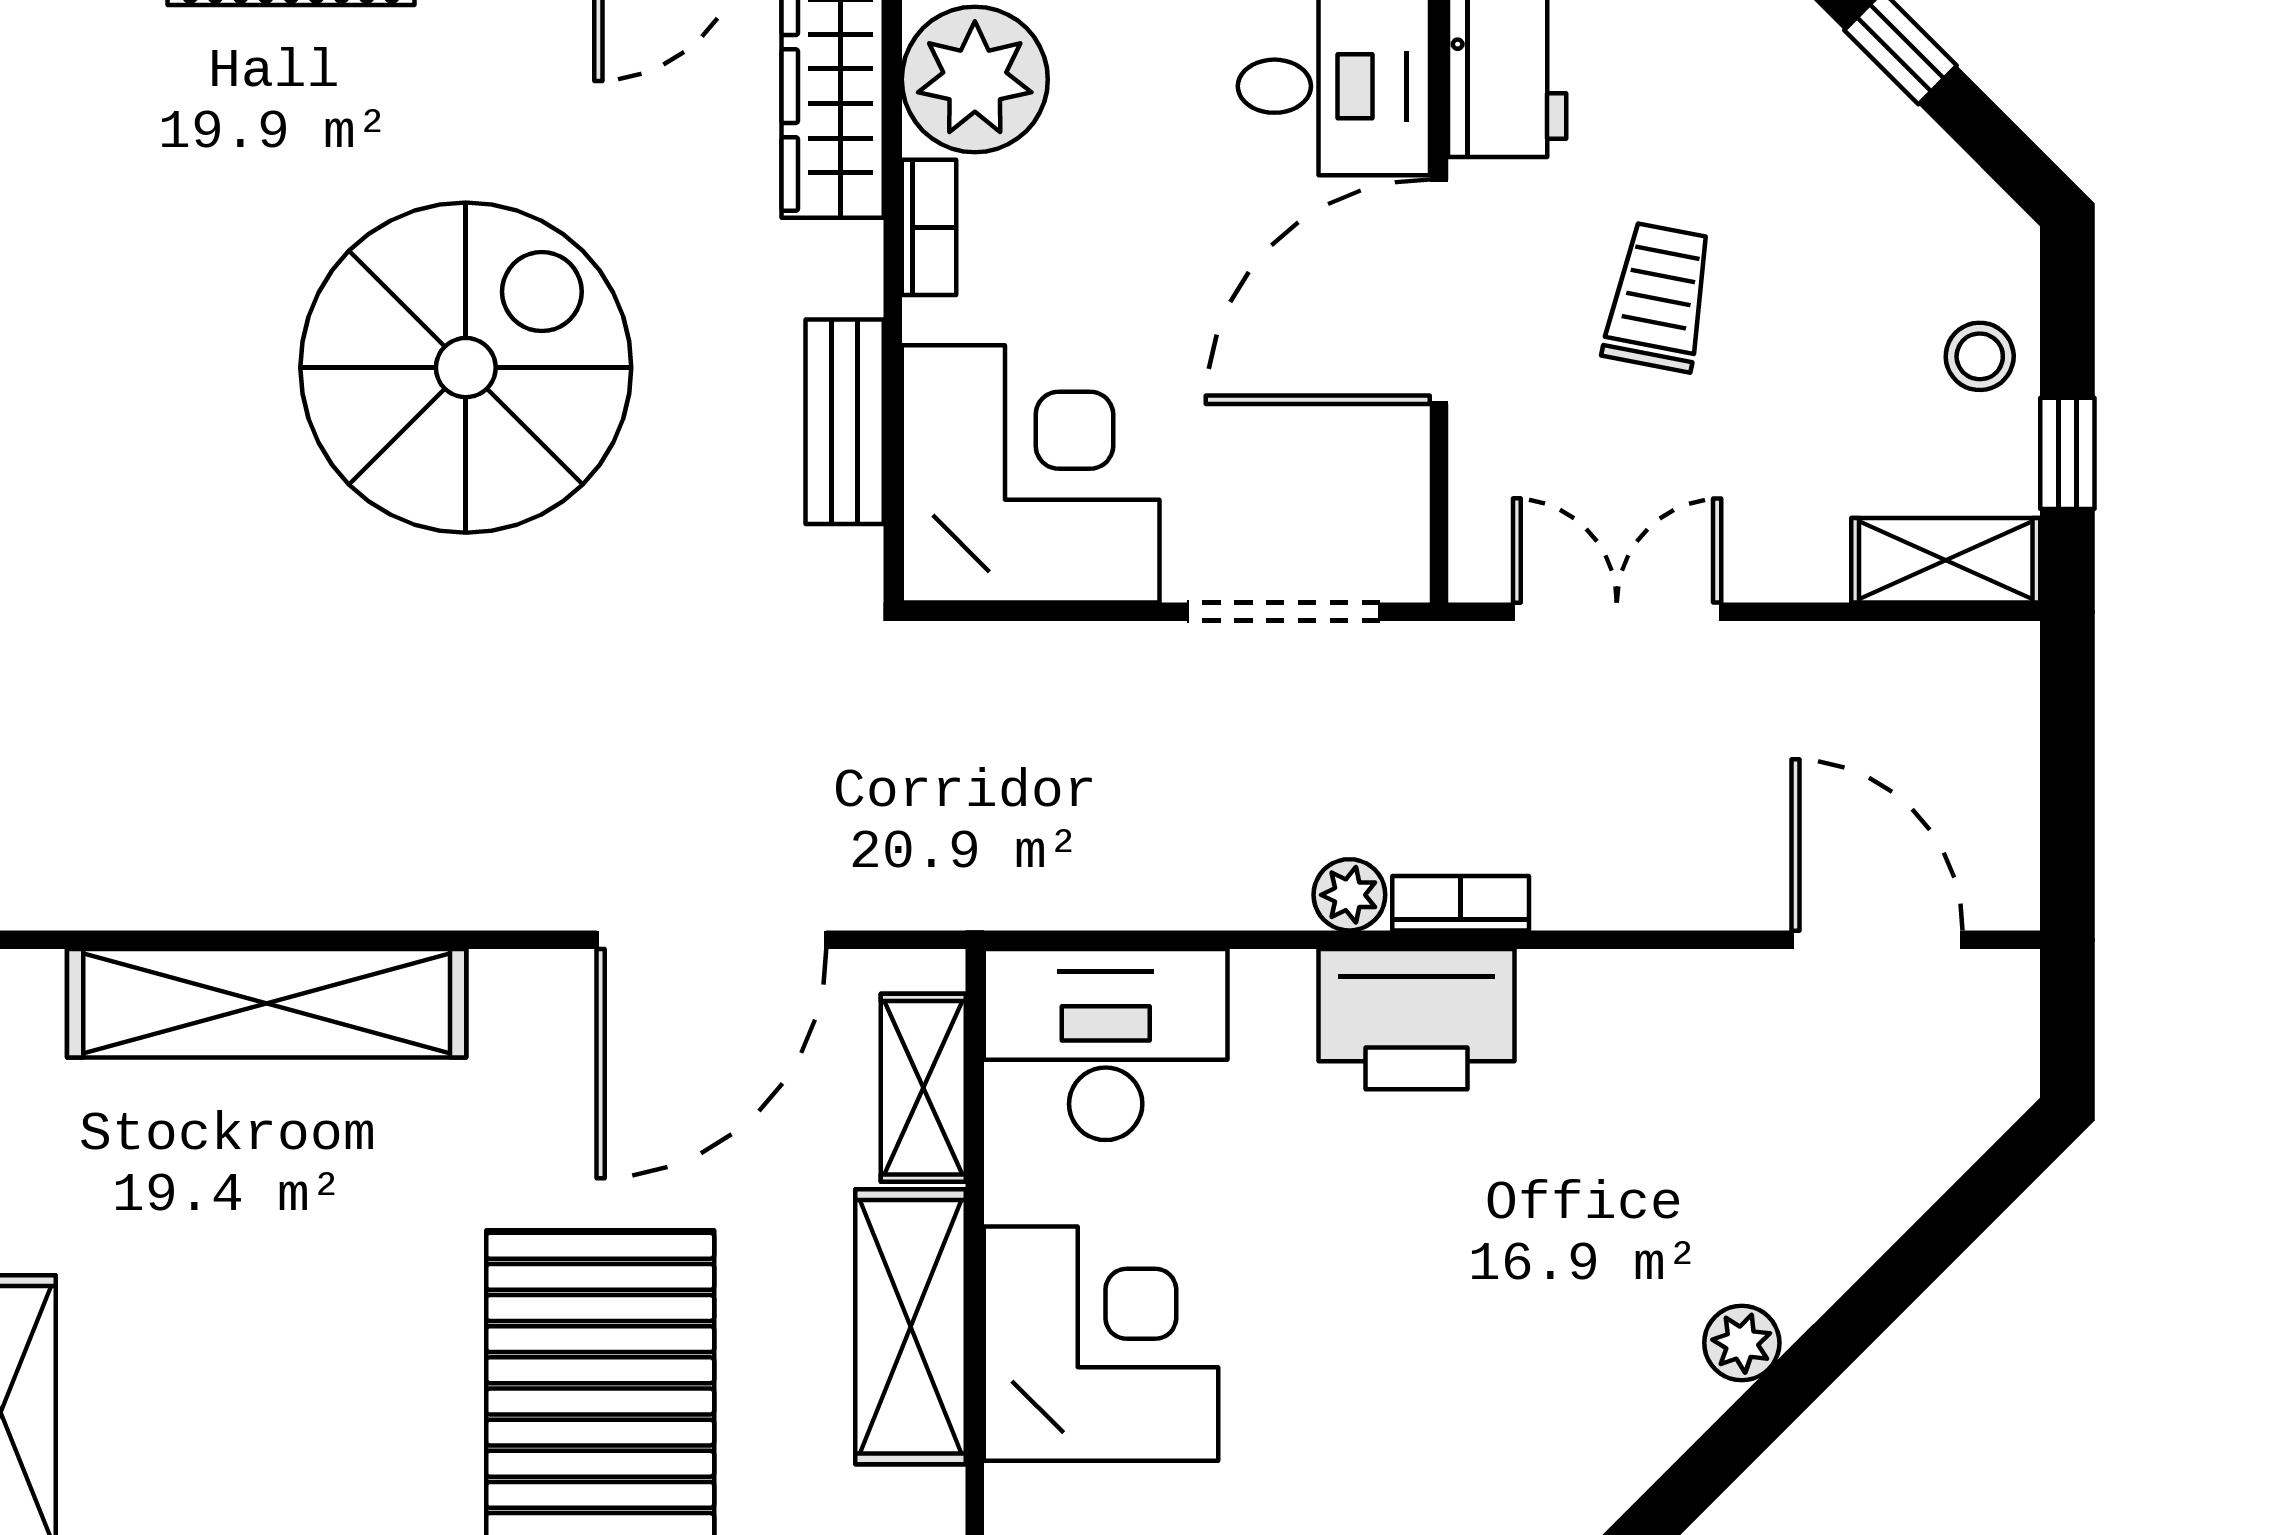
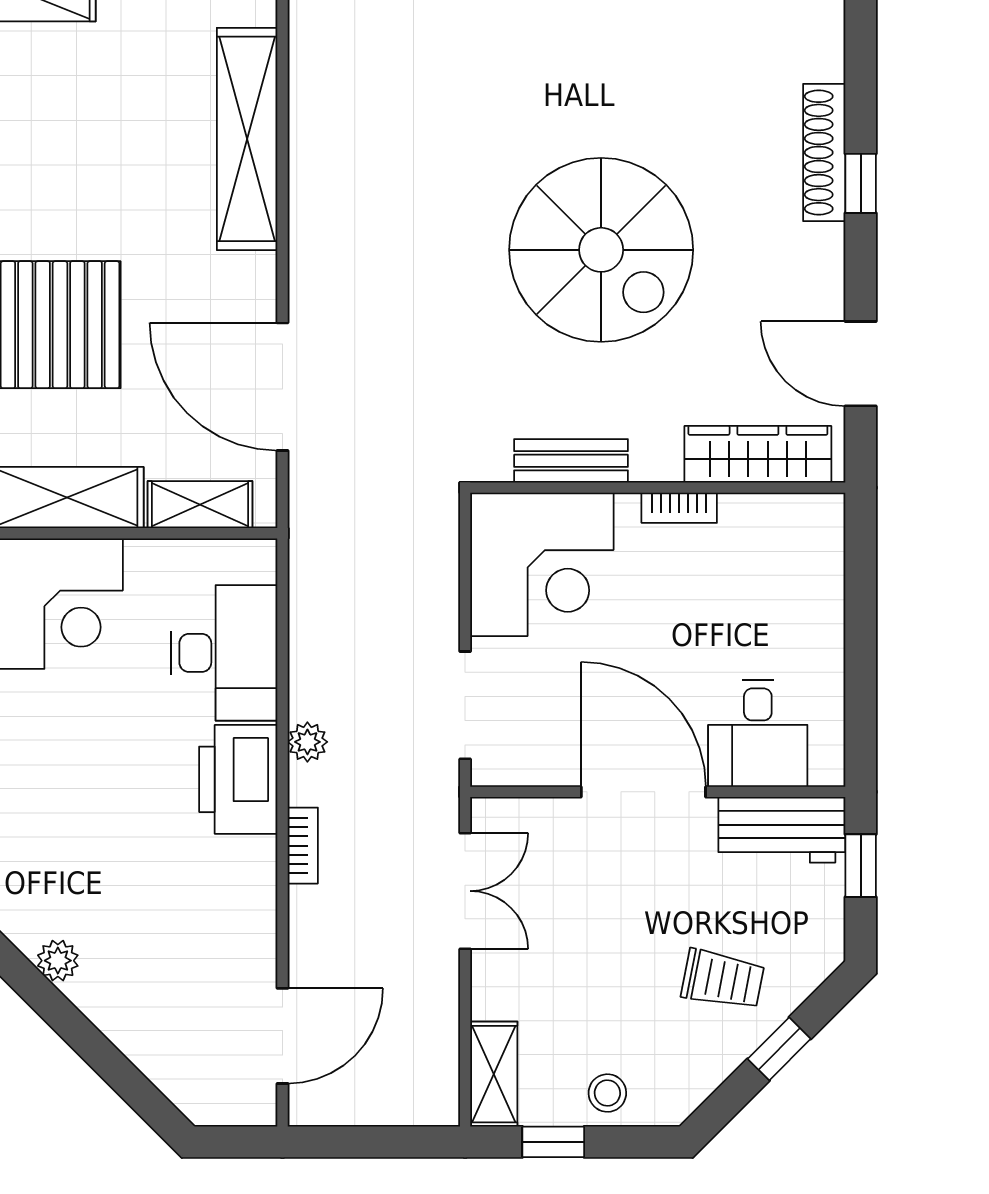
plant: (975, 79) -> (762, 533), removed
trolley: (1659, 297) -> (723, 979), moved
bookcase: (1461, 903) -> (303, 846), moved
desk: (1106, 1044) -> (224, 653), moved

